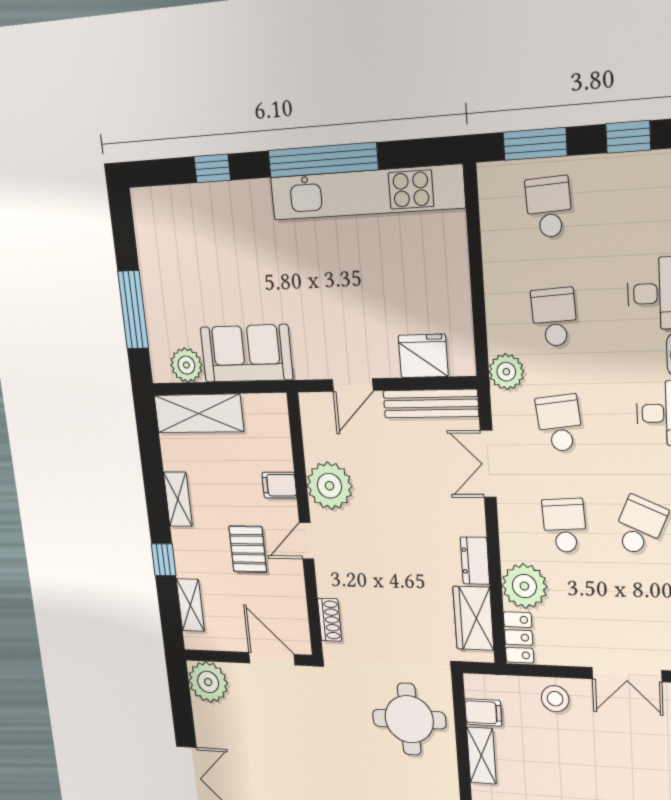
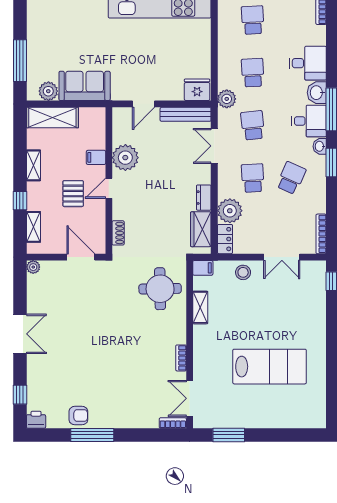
fridge: (423, 356) -> (197, 90), moved
plant: (208, 682) -> (33, 267), width x0.53, depth x0.53
filing cabinet: (483, 712) -> (203, 268), moved

